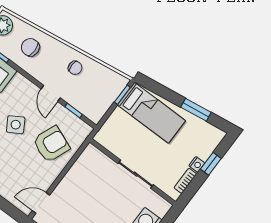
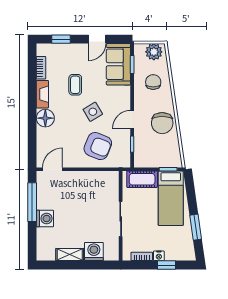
chair: (75, 68) -> (162, 123), width x1.87, depth x1.87
cot: (113, 126) -> (142, 179), added
door: (41, 203) -> (52, 169), hinge flipped

